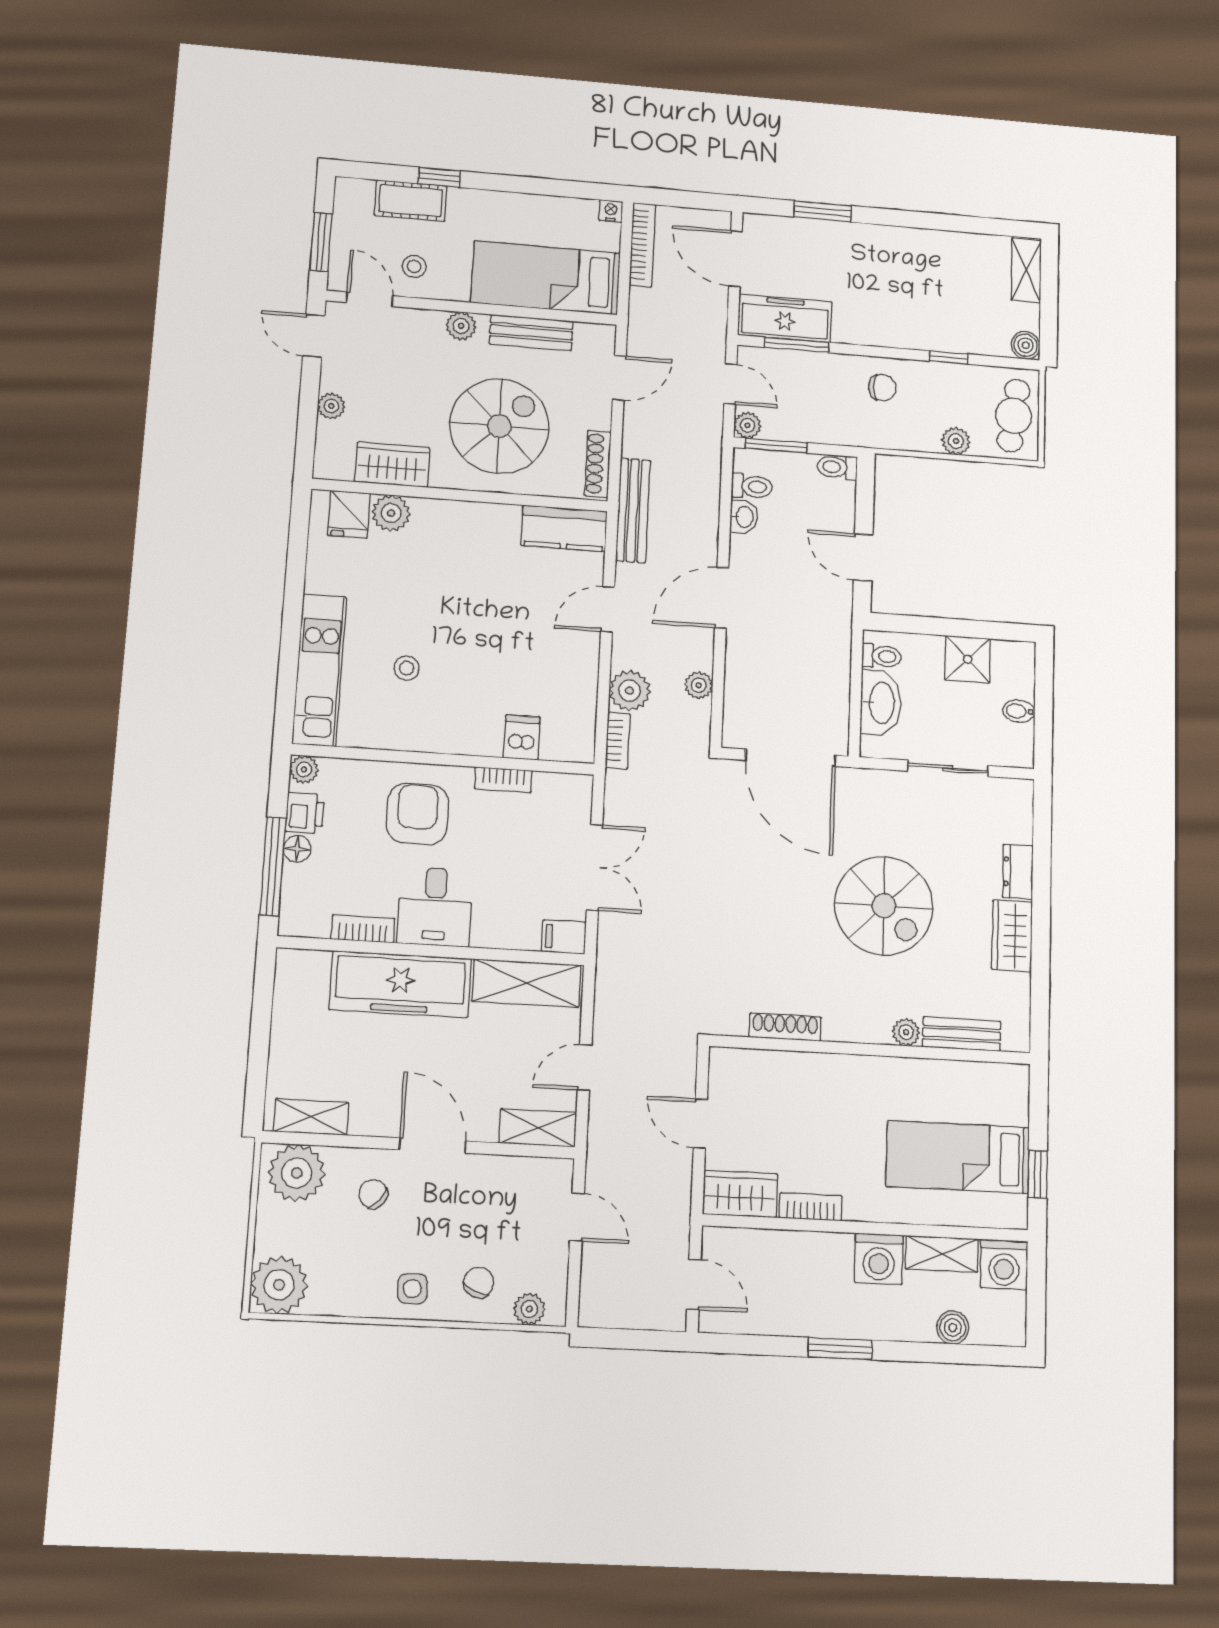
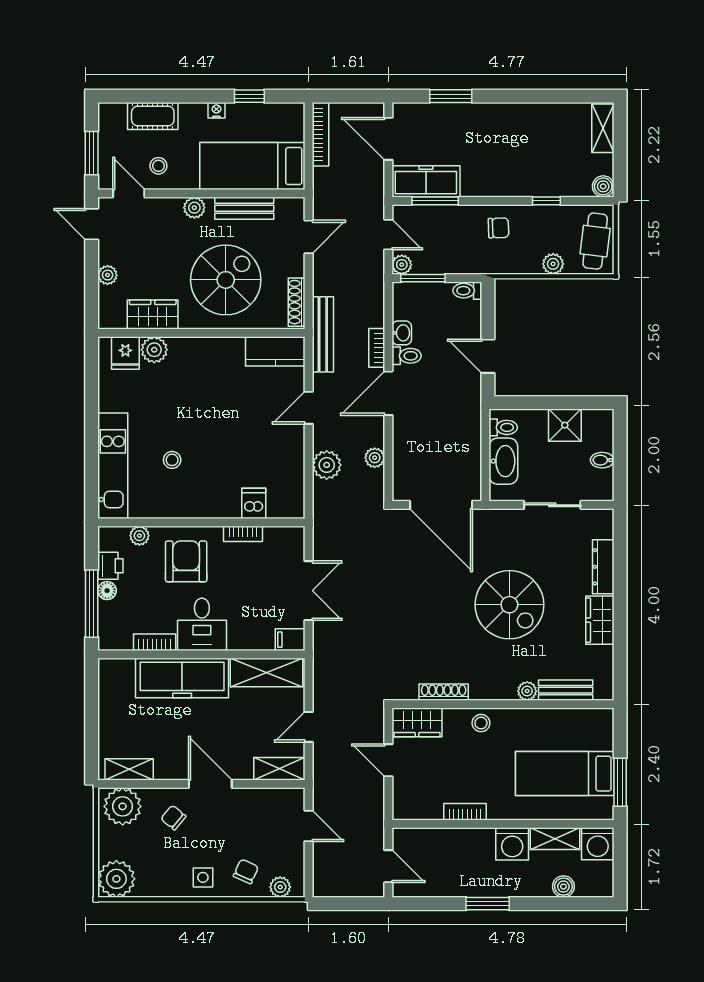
window: (439, 177) -> (249, 96), moved
nightstand: (611, 211) -> (216, 110), moved
toilet: (752, 486) -> (407, 356), moved
bookcase: (618, 741) -> (377, 348), moved, turned 180
plant: (304, 769) -> (139, 536), moved
dresser: (1018, 872) -> (603, 567), width x1.44
stool: (838, 1076) -> (481, 723), added
window: (1038, 1174) -> (620, 782), width x1.50
wardrobe: (740, 1194) -> (417, 722), moved, turned 180

